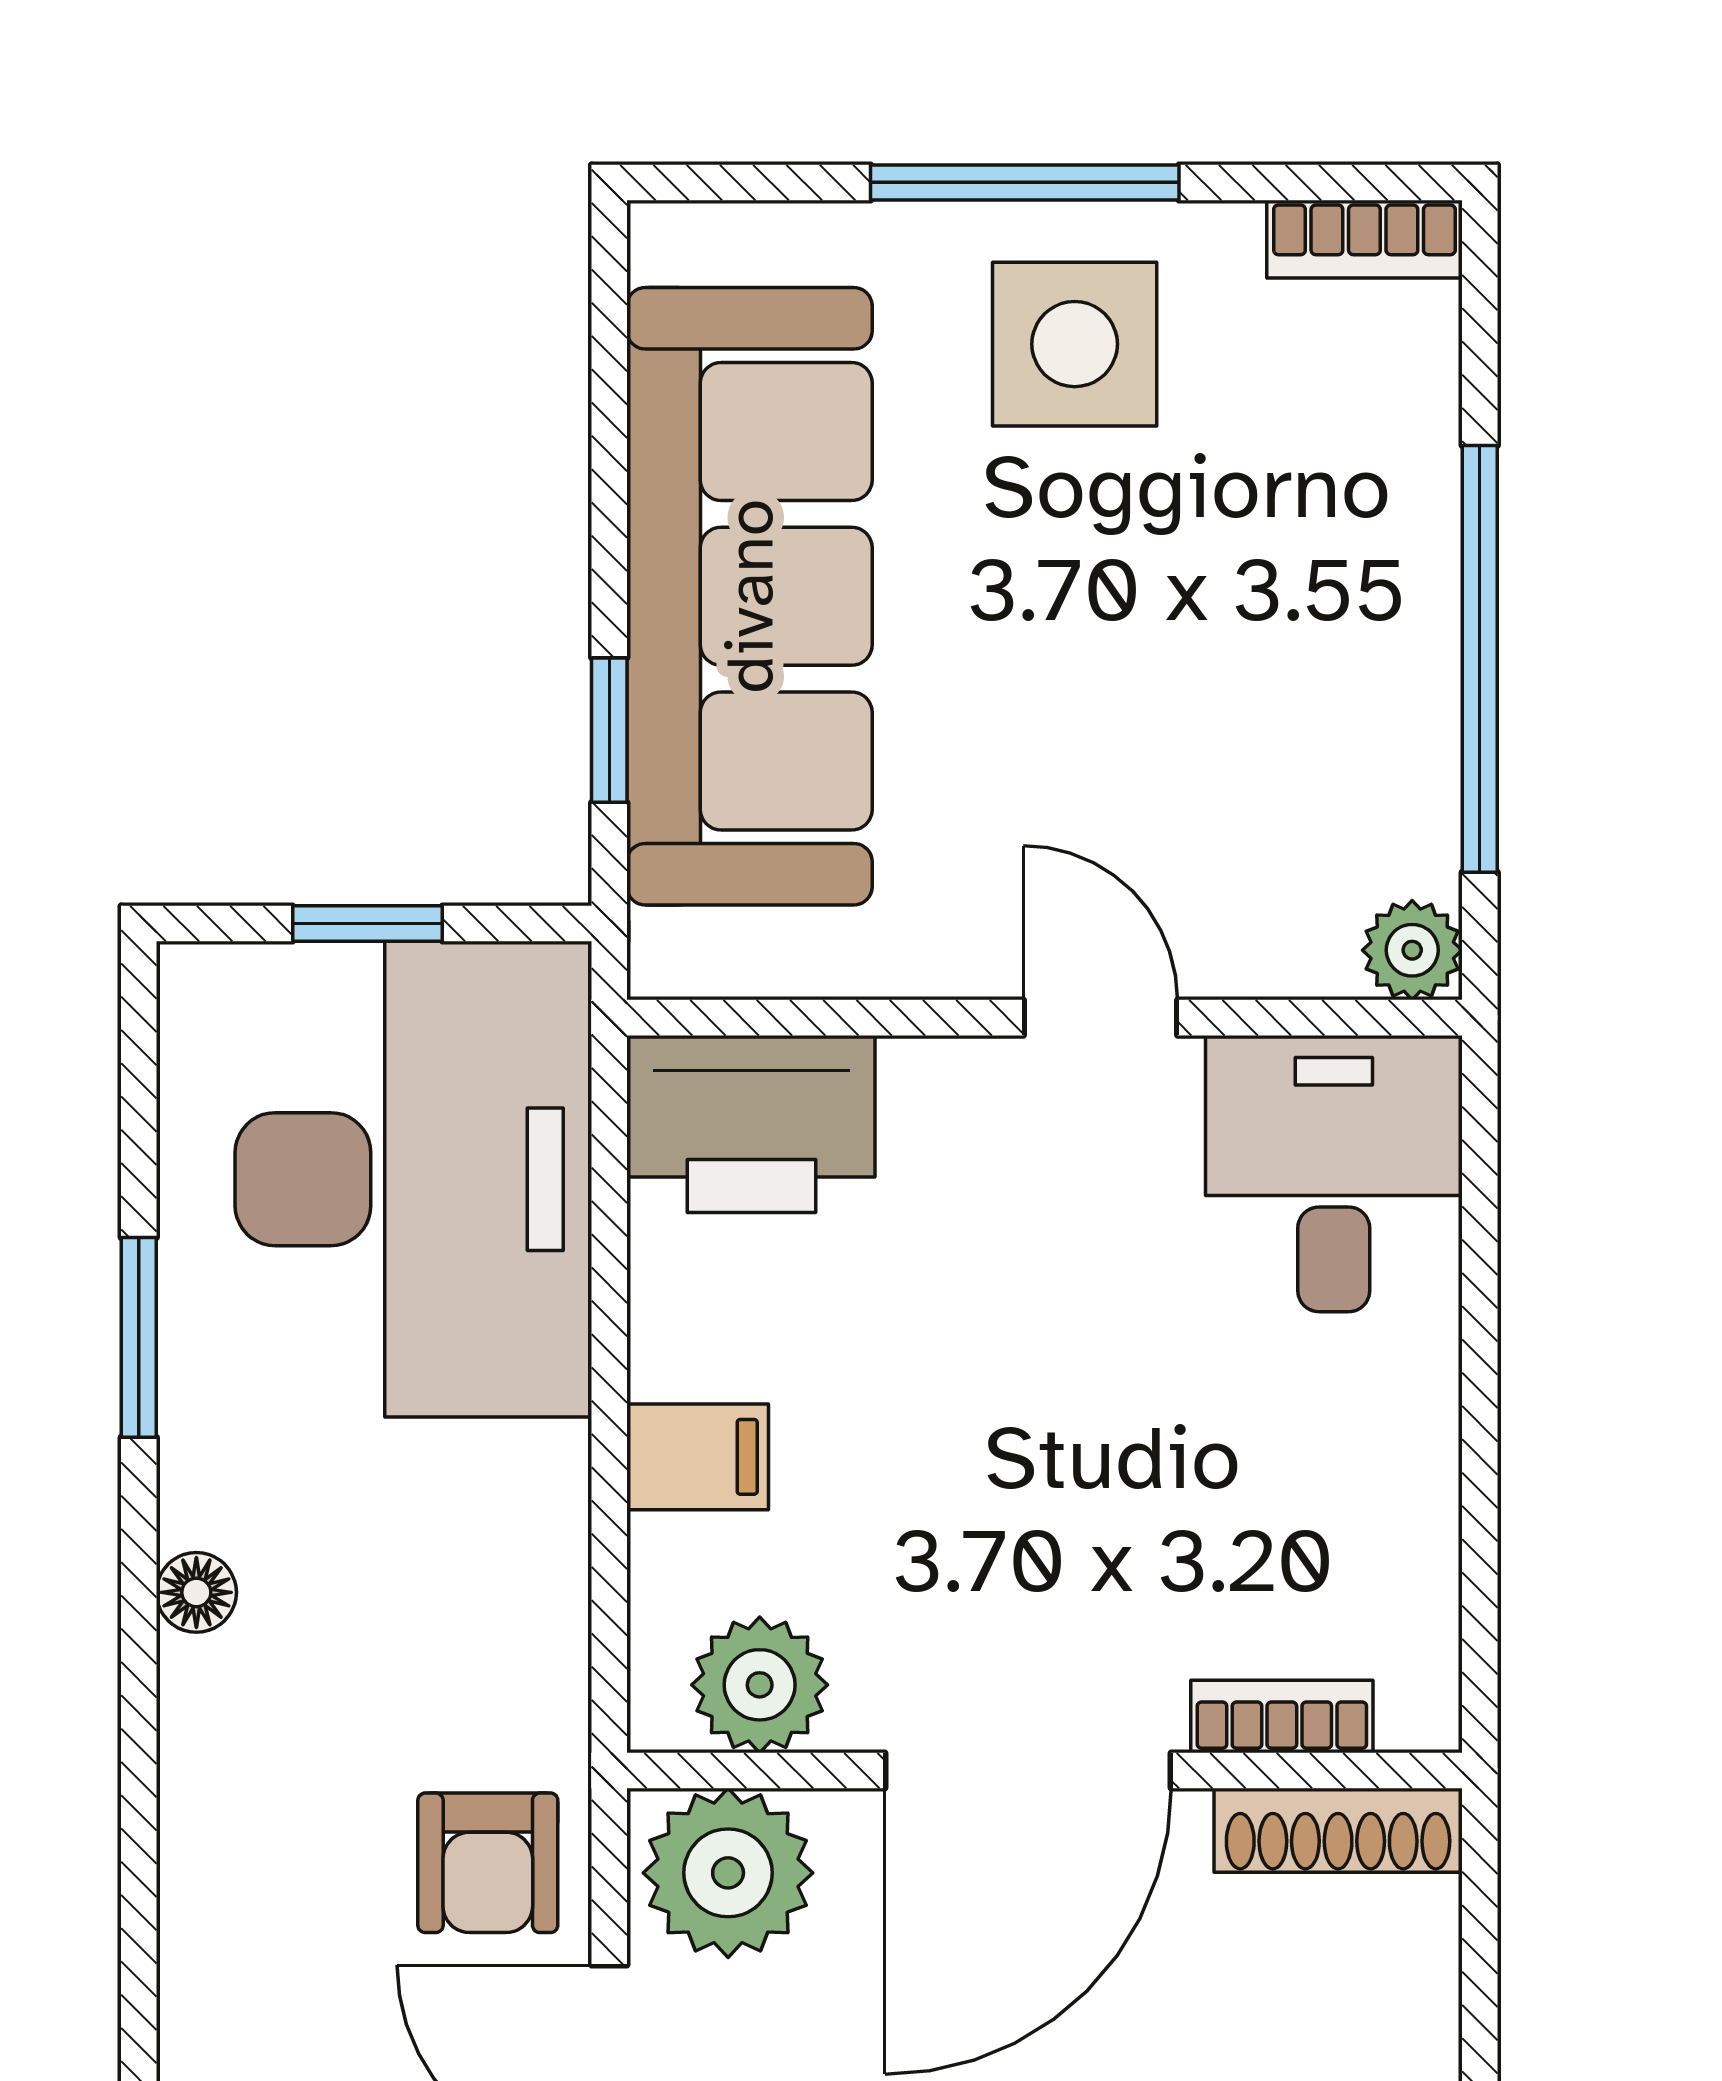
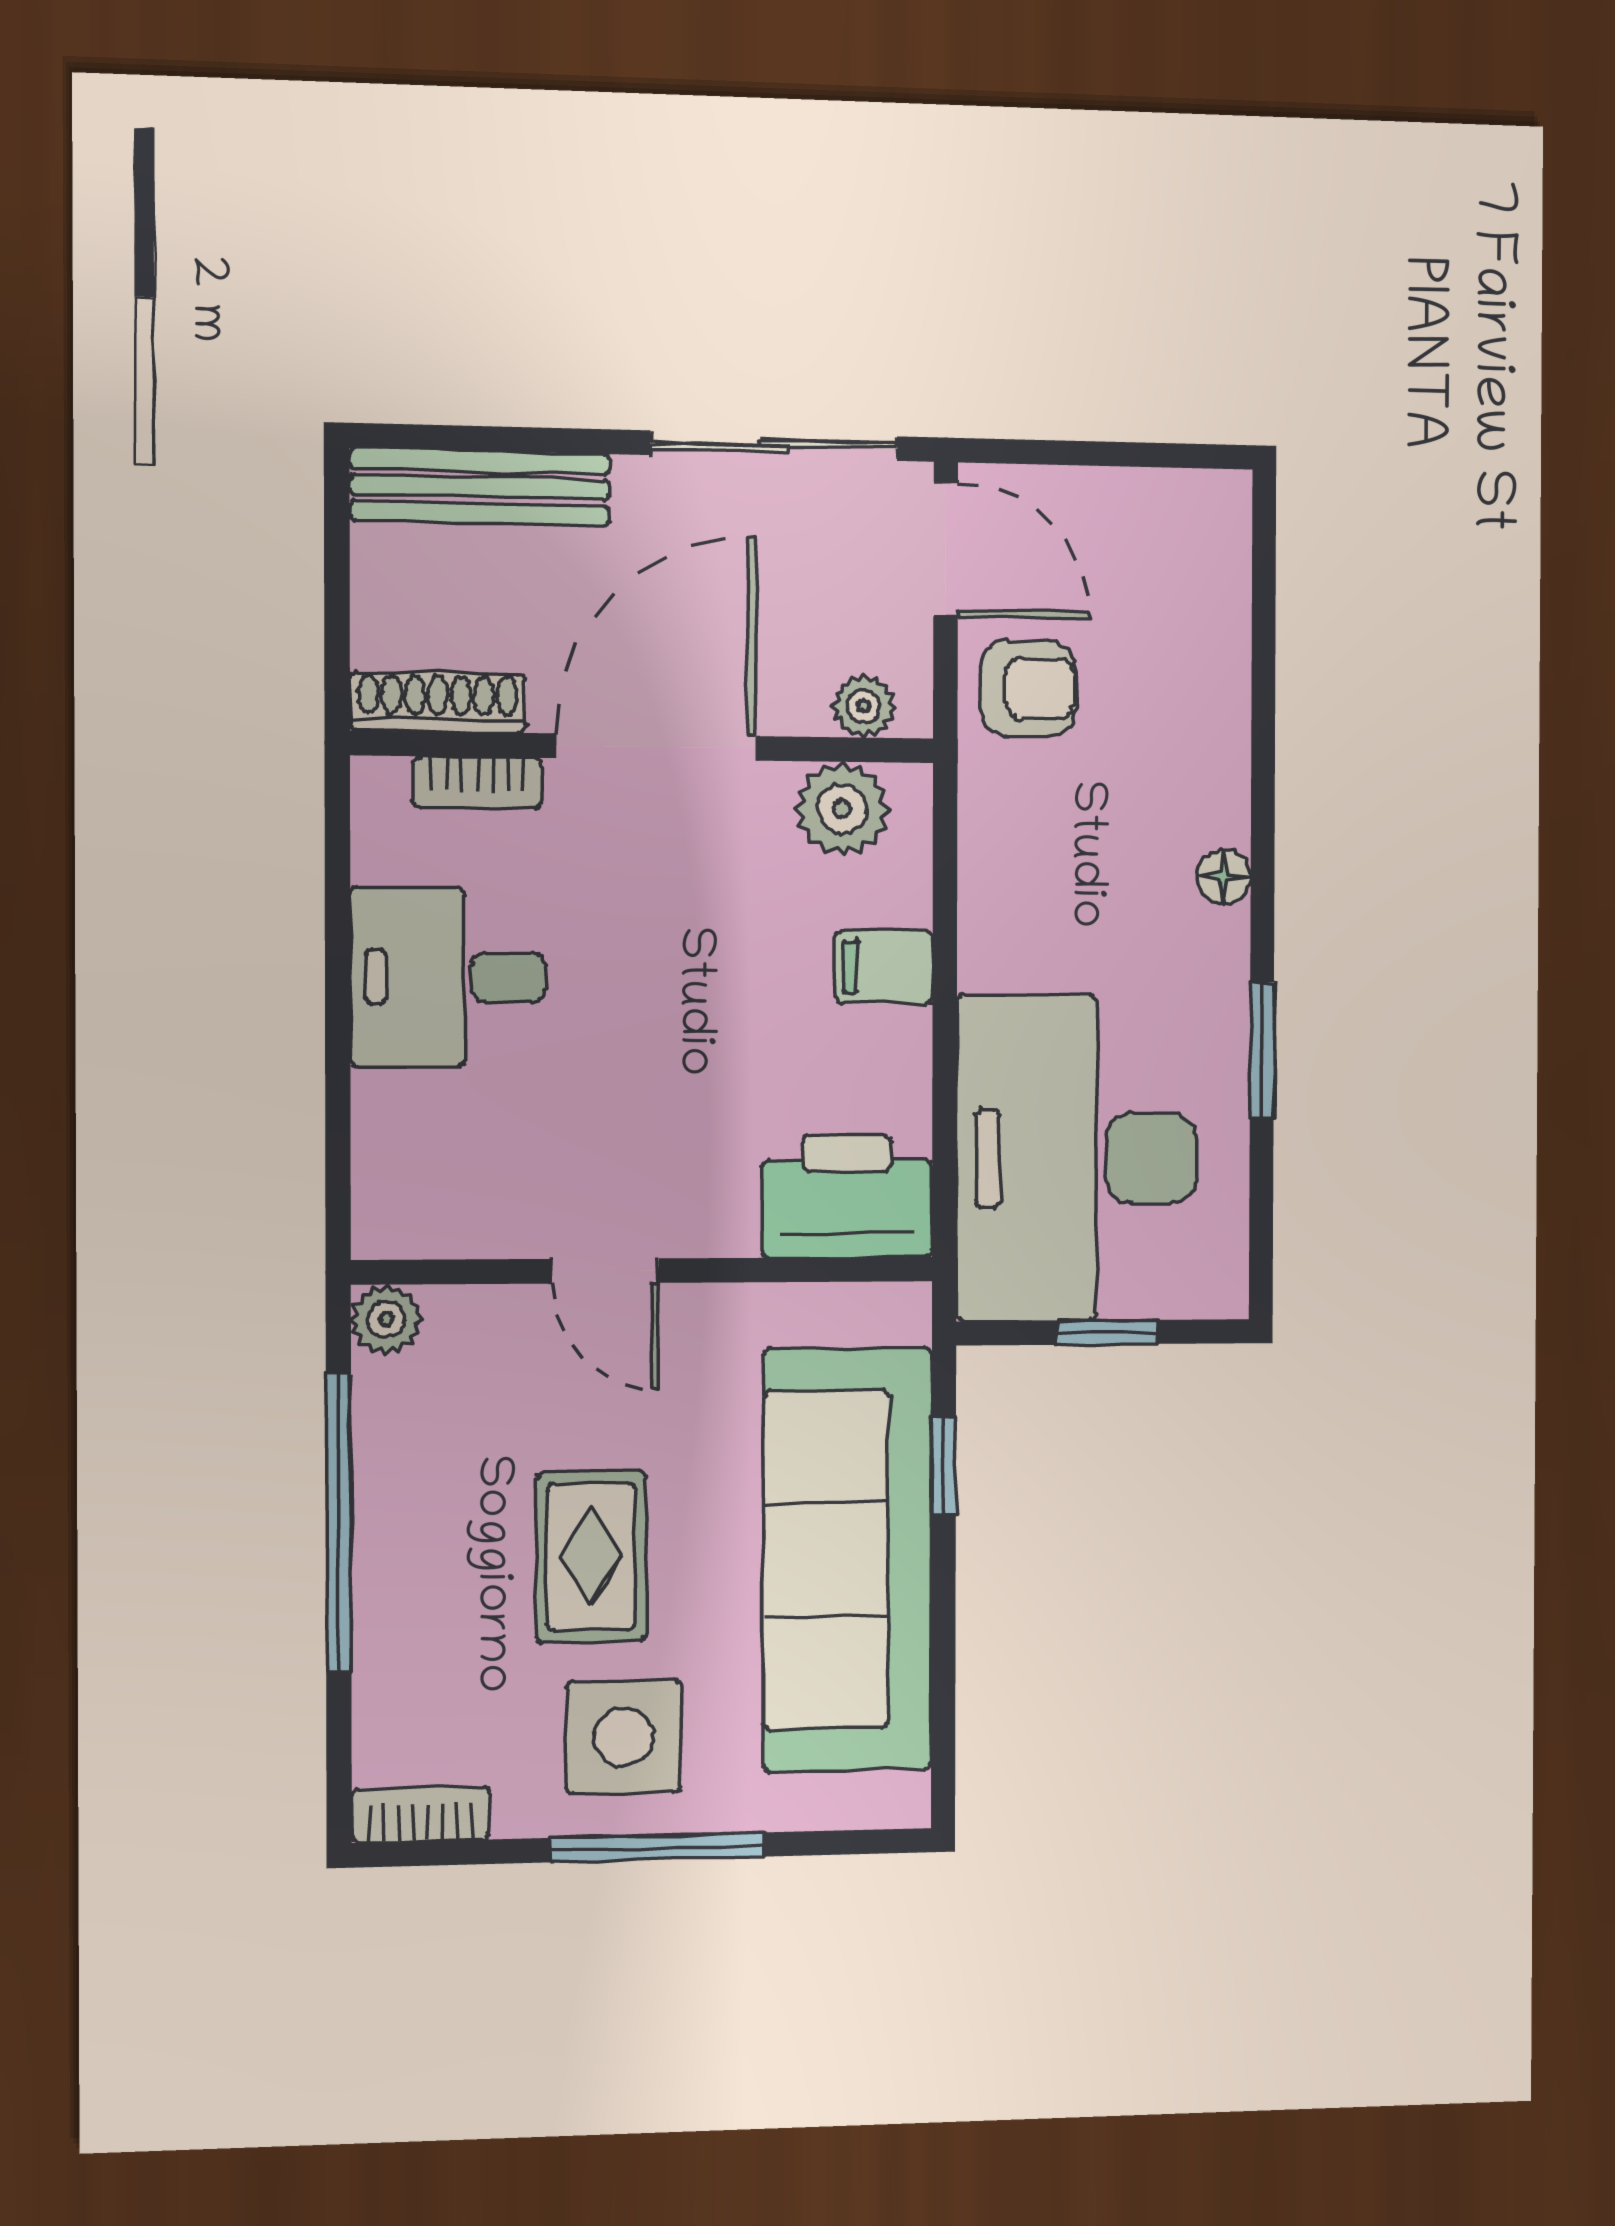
rug: (1121, 606) -> (591, 1557), added
desk: (1334, 1174) -> (448, 977), moved, turned 90
armchair: (488, 1863) -> (1028, 688), turned 90
plant: (728, 1873) -> (864, 706), width x0.53, depth x0.53

